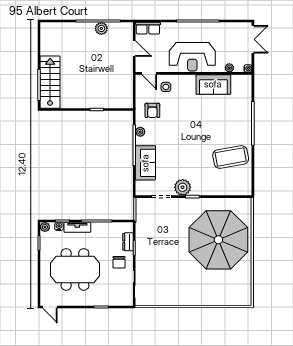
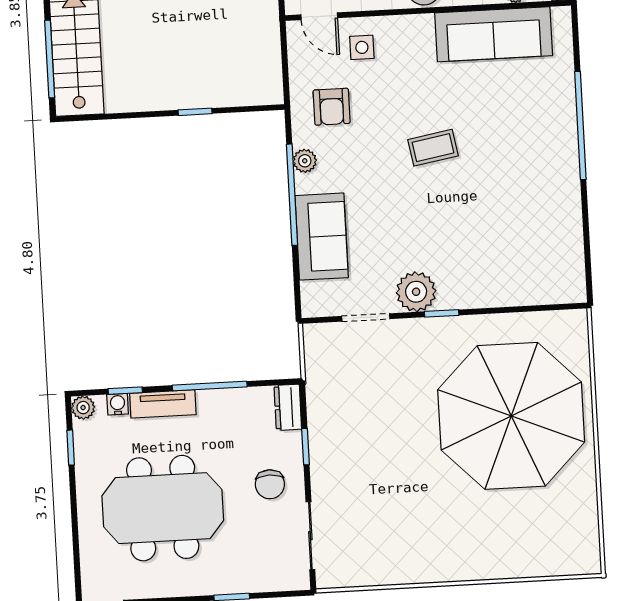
sofa: (213, 84) -> (494, 34), width x1.36
coffee table: (231, 157) -> (433, 148), moved, width x0.54, depth x0.58
dresser: (128, 242) -> (288, 407), moved

